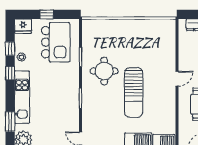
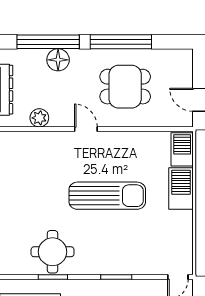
plant: (184, 48) -> (39, 118), added
round table: (104, 71) -> (53, 252), moved

